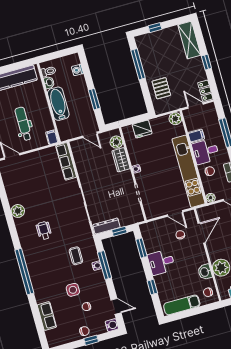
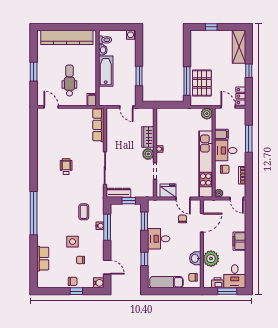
window: (138, 64) -> (187, 81), moved
washing machine: (77, 70) -> (131, 35), moved
pallet: (161, 88) -> (202, 83), width x1.50, depth x1.42
fridge: (142, 129) -> (168, 191), moved, turned 180
plant: (116, 142) -> (148, 154), moved
plant: (18, 211) -> (43, 157), removed
wheelchair: (44, 230) -> (66, 167), moved

